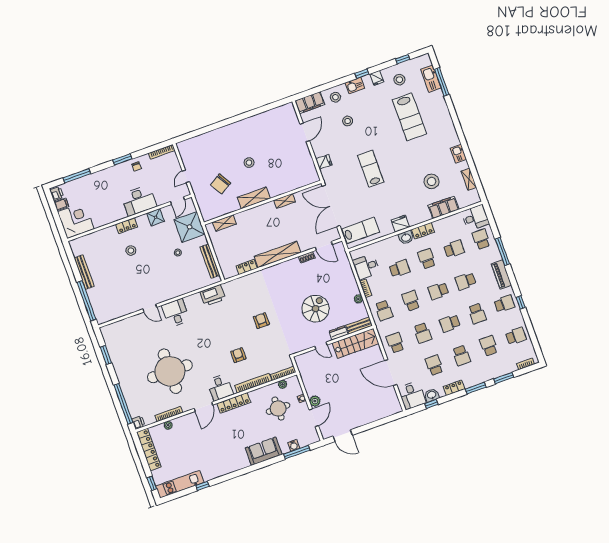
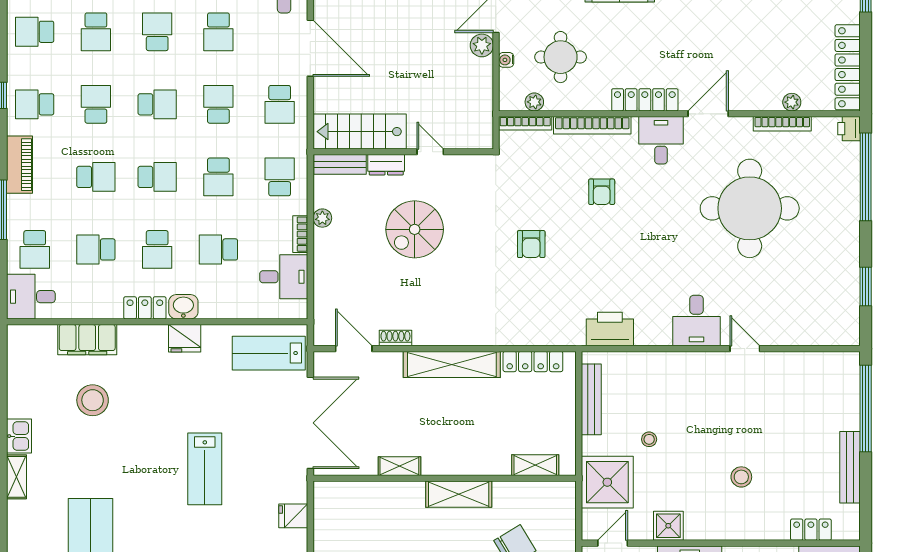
shelving: (469, 179) -> (17, 477), moved
locker: (127, 226) -> (811, 530), moved
locker: (247, 267) -> (533, 362), width x1.53

